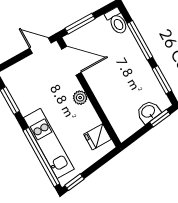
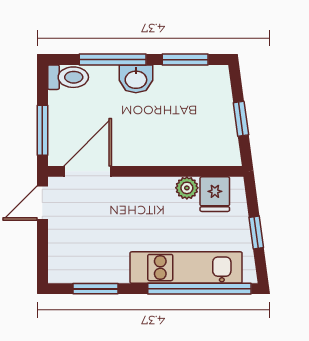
plant: (80, 98) -> (187, 188), moved
washbasin: (148, 112) -> (136, 79), moved, turned -82
window: (160, 118) -> (241, 119), moved
window: (74, 182) -> (256, 232), moved

